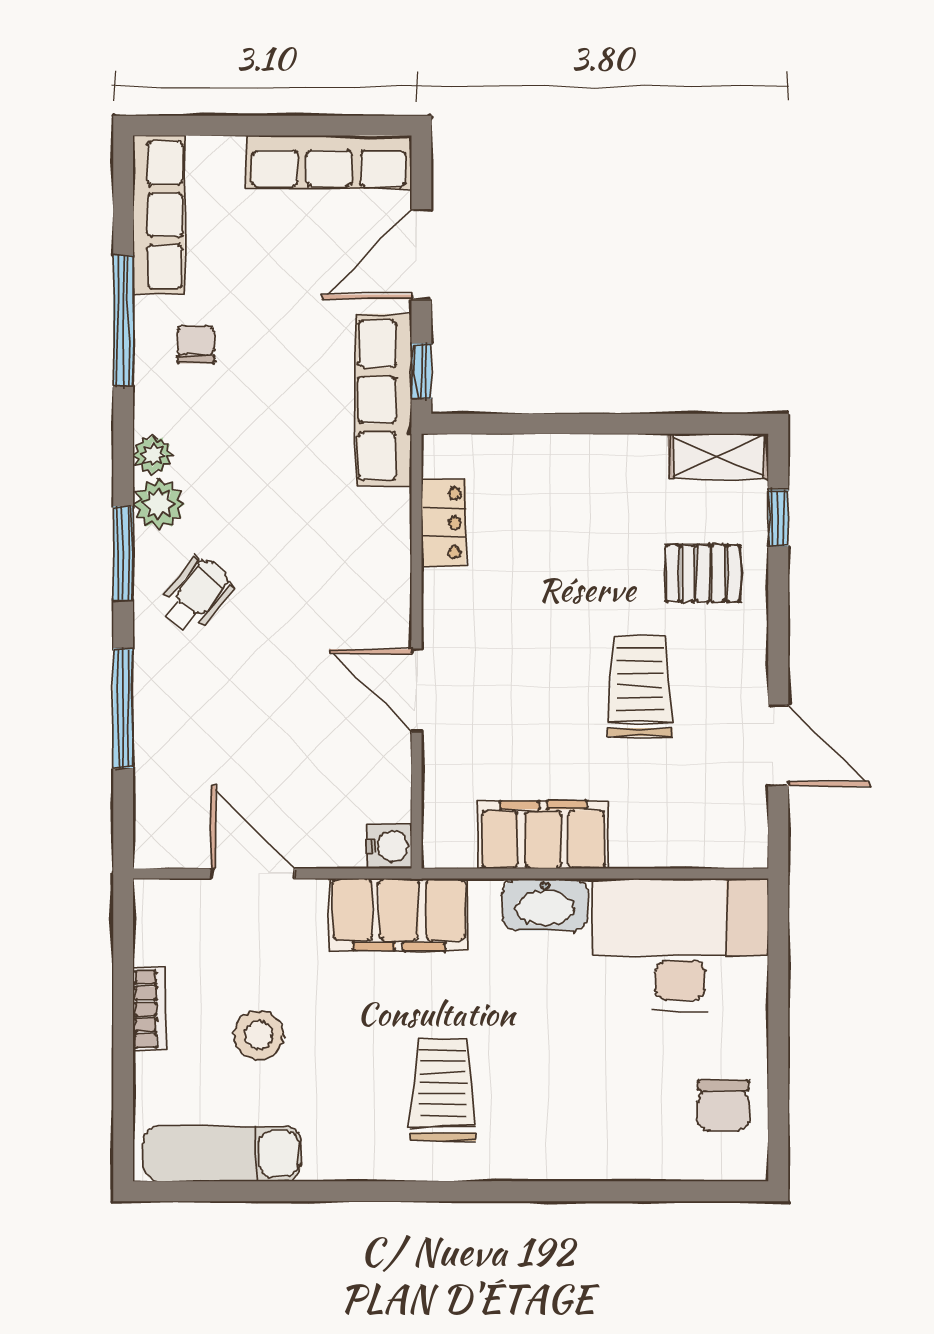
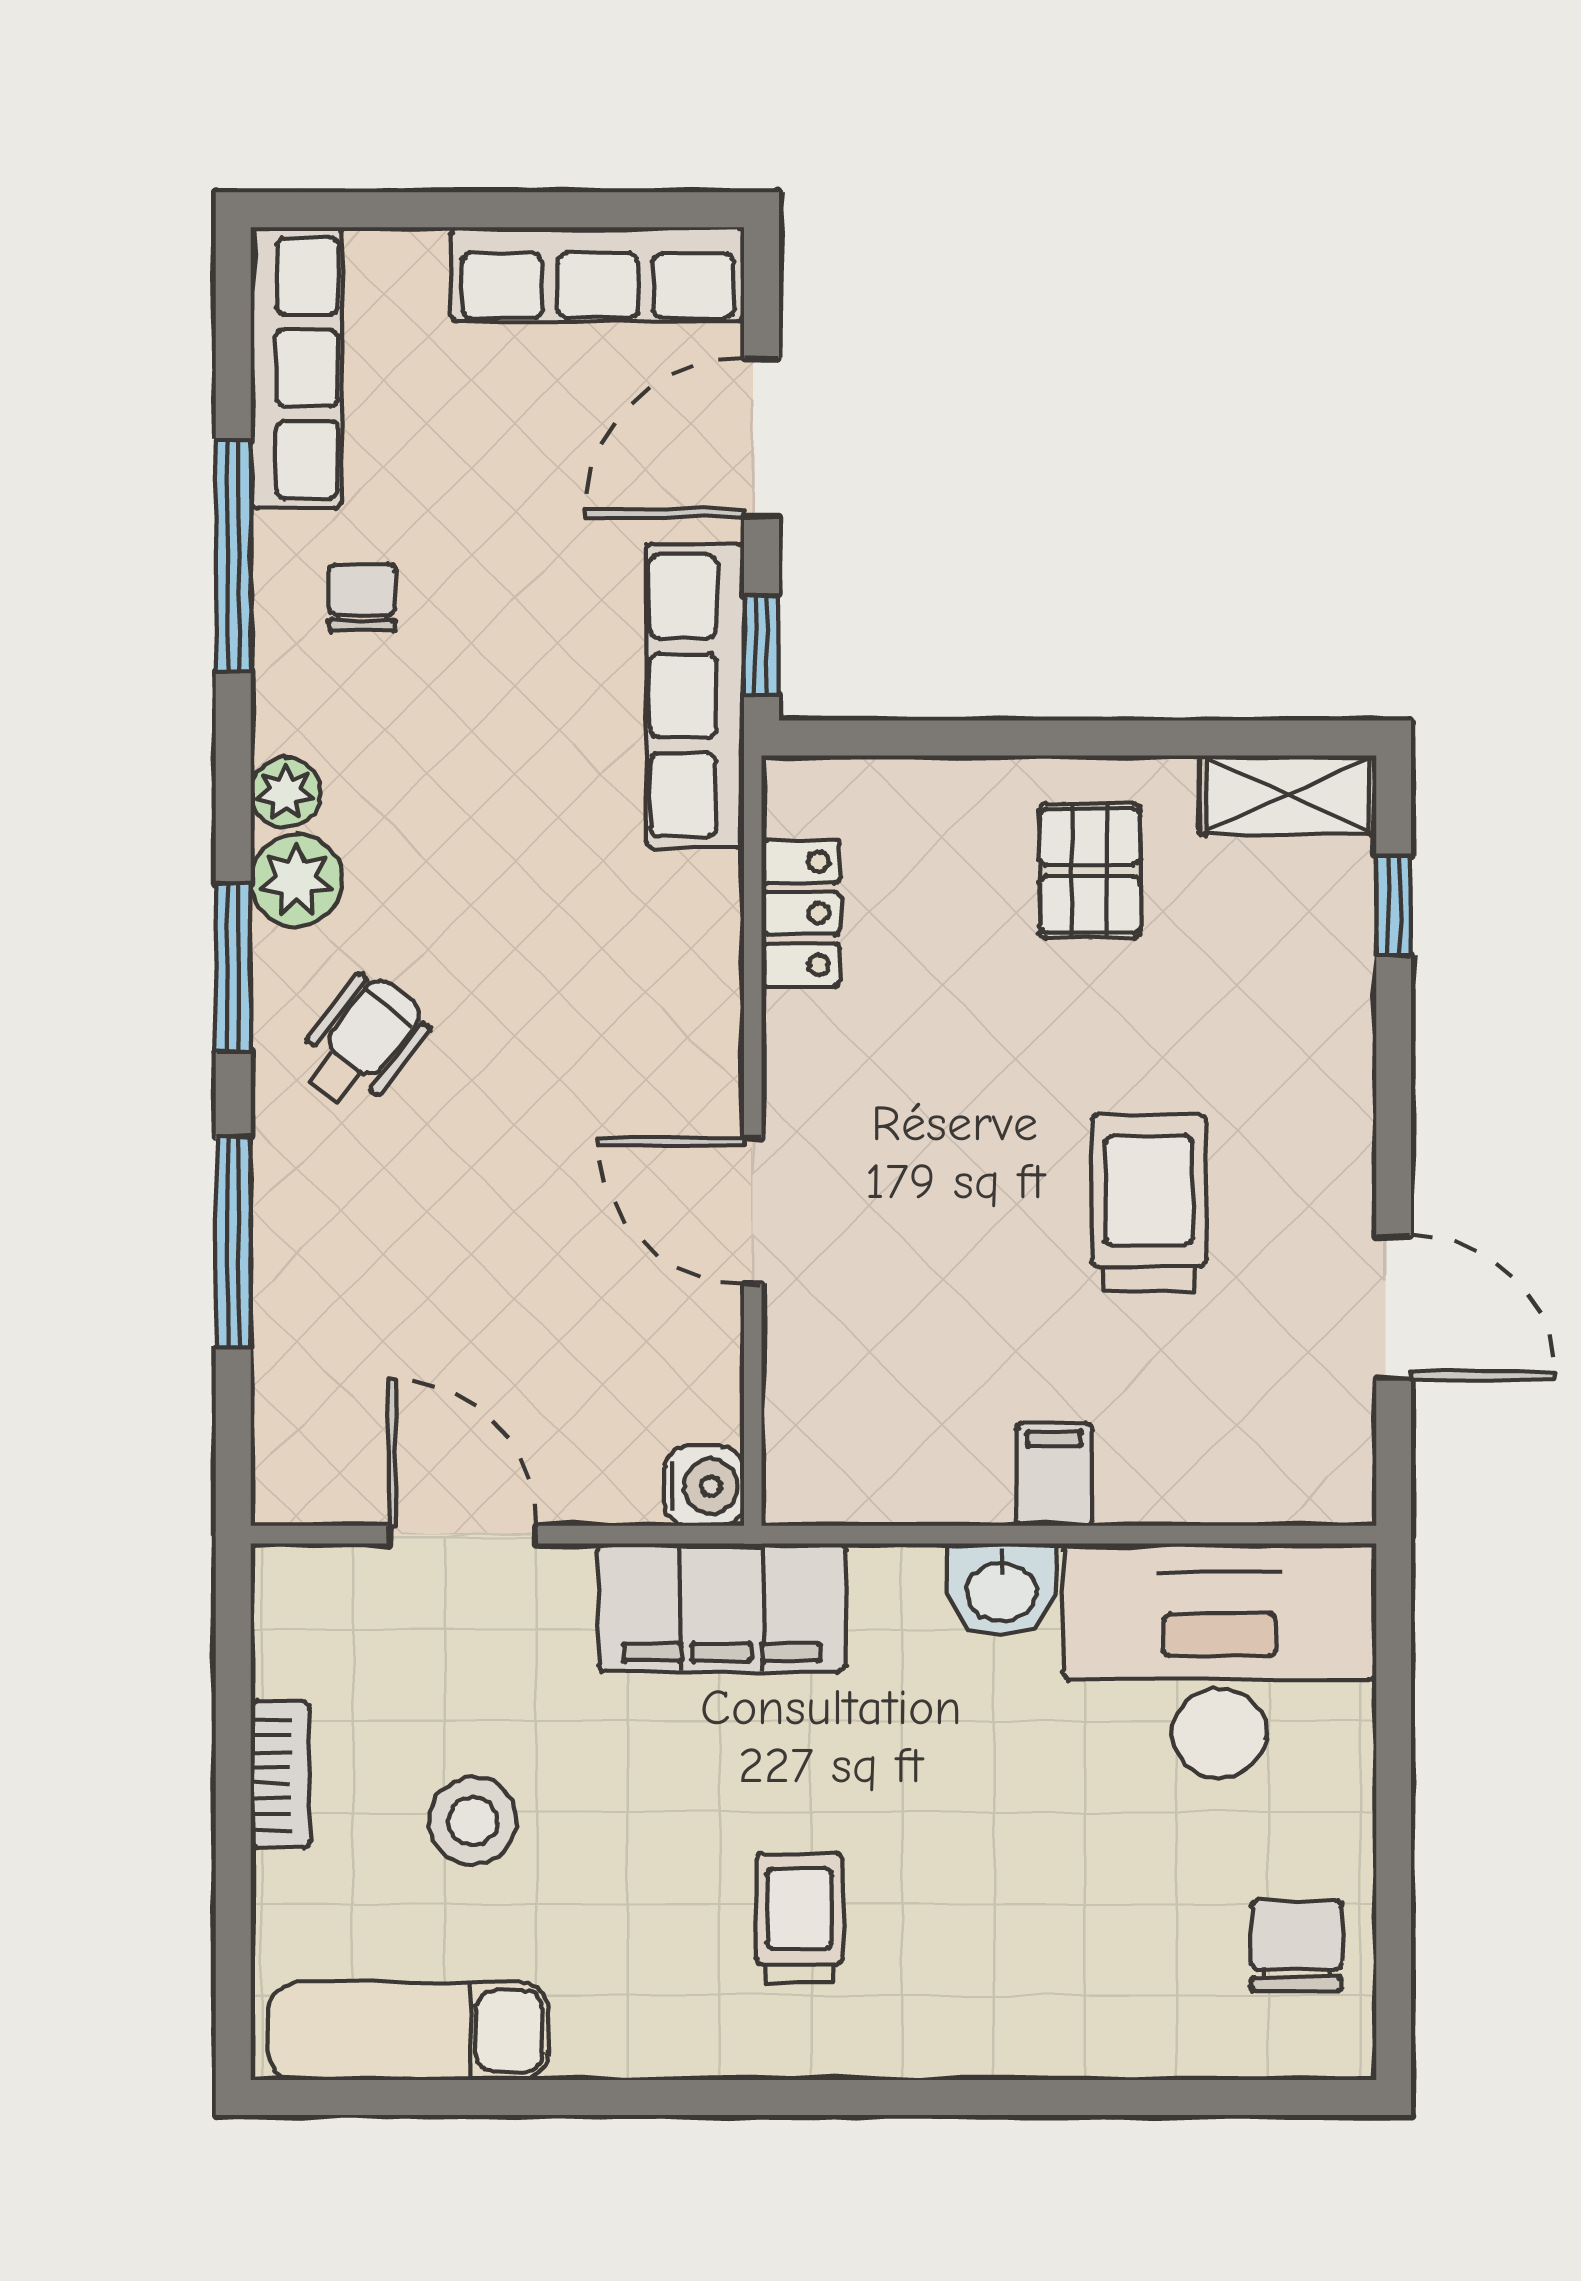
pallet: (703, 573) -> (1090, 871), moved, turned 90
filing cabinet: (543, 835) -> (1054, 1475), width x0.33, depth x0.86
washbasin: (545, 904) -> (1001, 1590), width x0.72
trolley: (443, 1090) -> (799, 1918), width x0.73, depth x0.72
chair: (723, 1106) -> (1297, 1946), turned 180

